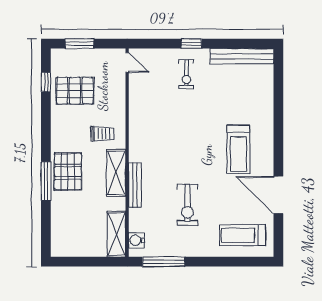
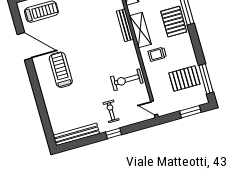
window: (46, 82) -> (206, 79), width x2.17
exercise bike: (188, 205) -> (127, 80), moved, turned -90

